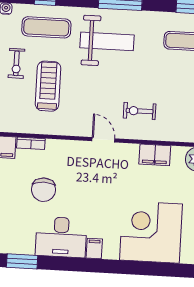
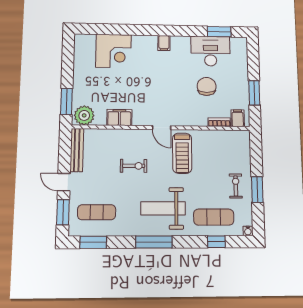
treadmill: (48, 86) -> (182, 153), moved
exercise bike: (140, 111) -> (134, 166), moved
corner desk: (151, 232) -> (114, 51), width x0.74, depth x0.74
desk: (61, 237) -> (211, 51), moved

